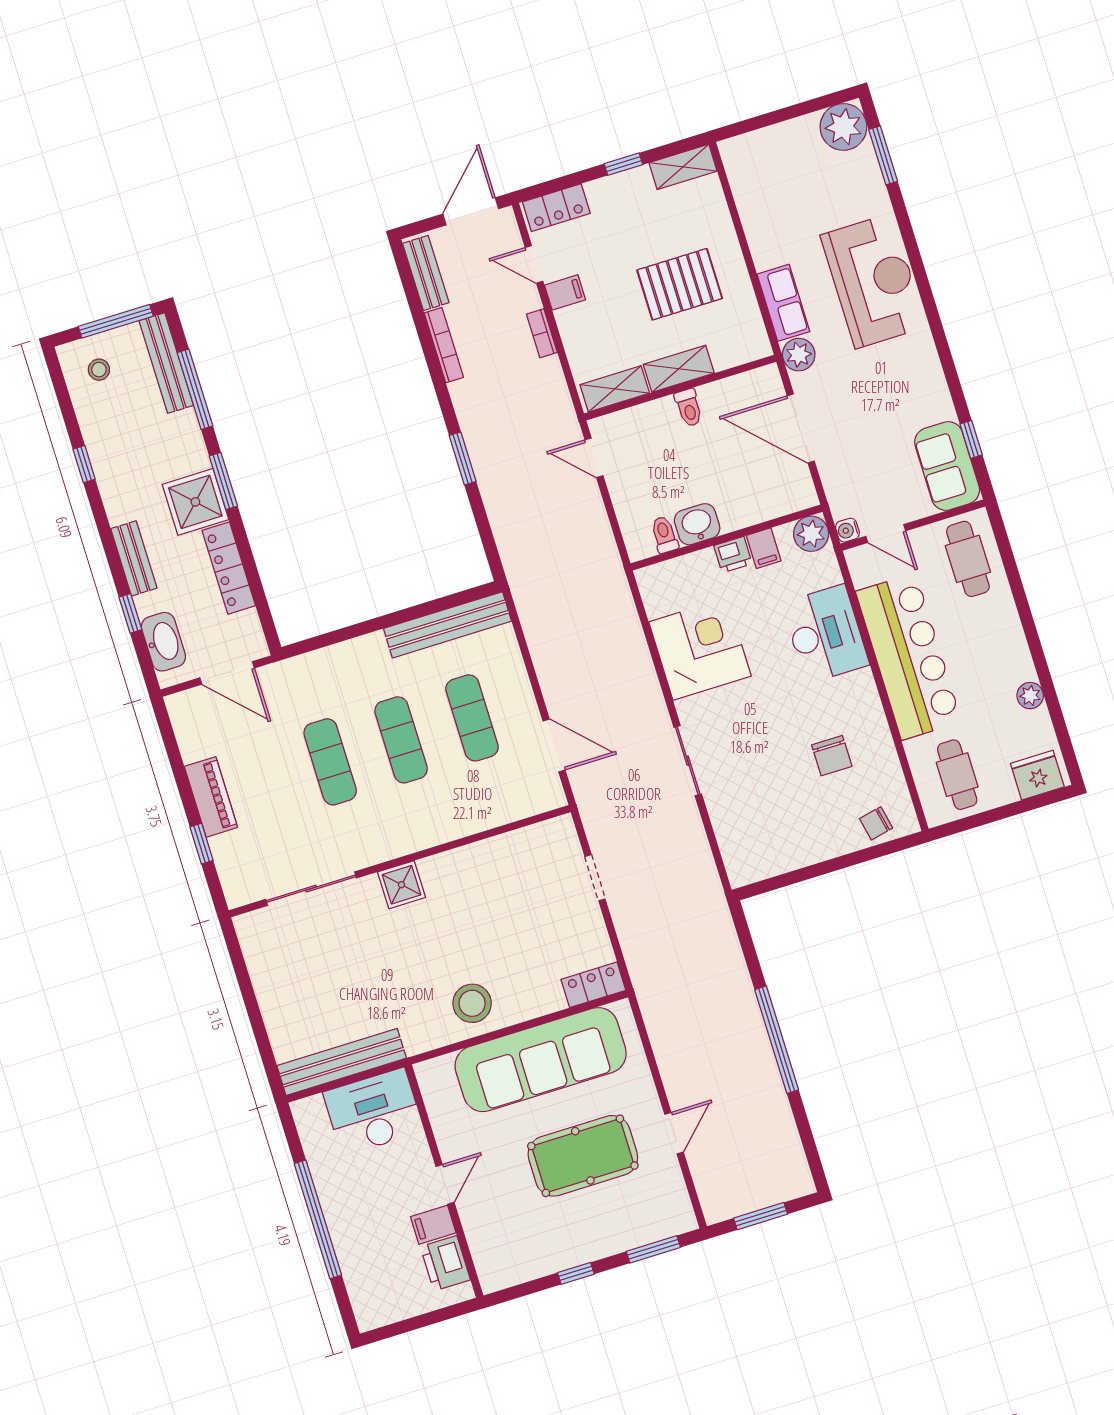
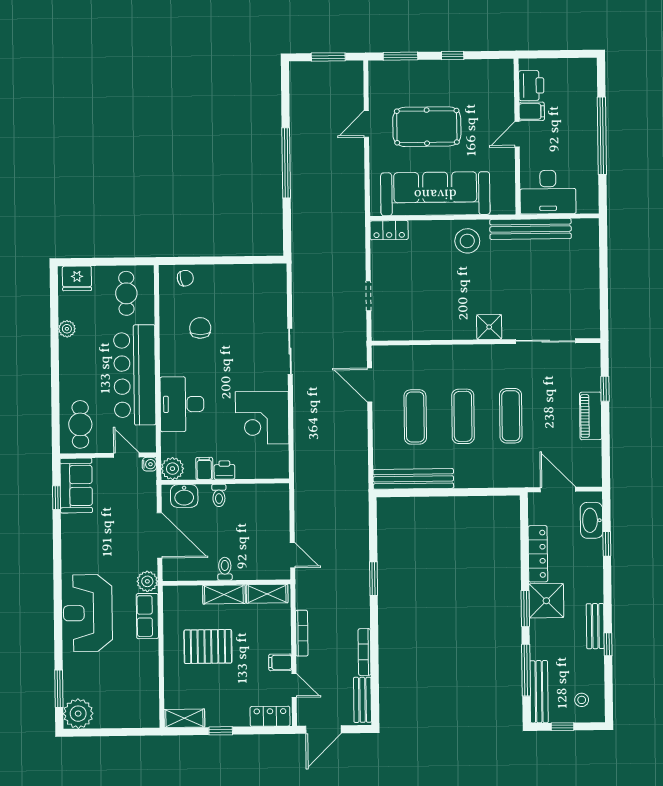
window: (116, 321) -> (562, 727), width x0.46
bookcase: (542, 333) -> (302, 633), width x1.56
washbasin: (697, 524) -> (184, 496), moved
toilet: (664, 535) -> (219, 495), moved
bench: (134, 558) -> (595, 626), moved
bench: (342, 1062) -> (531, 229), moved

